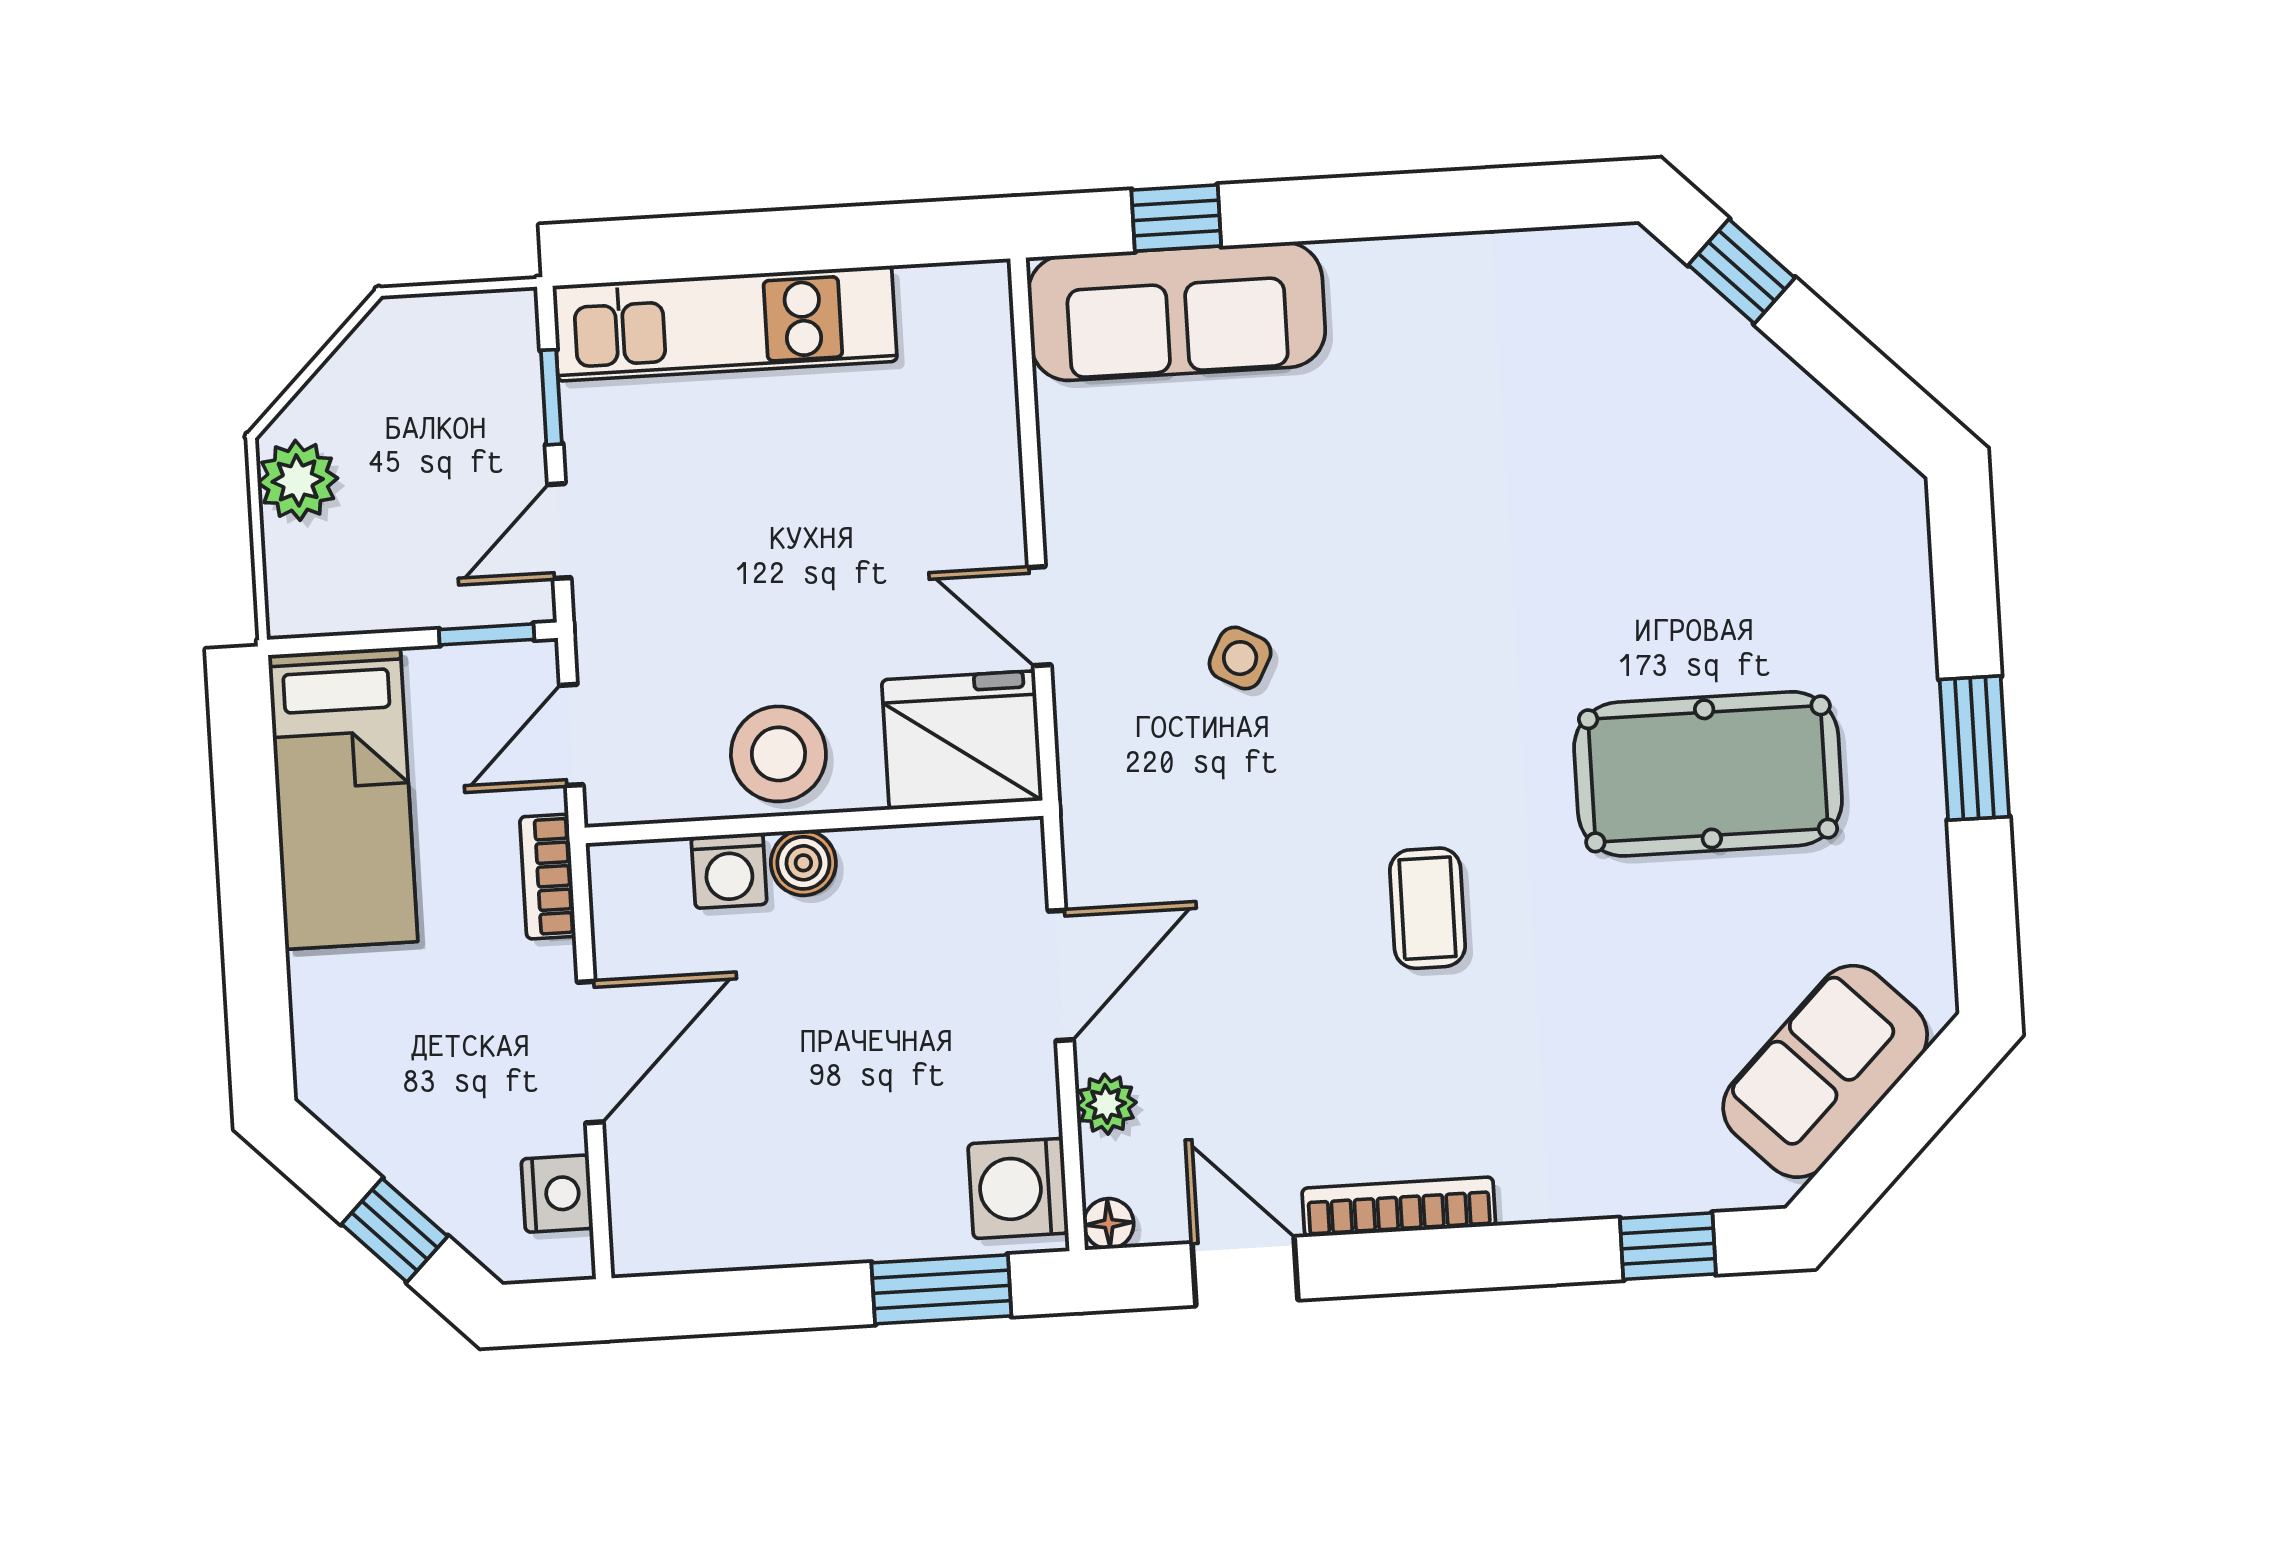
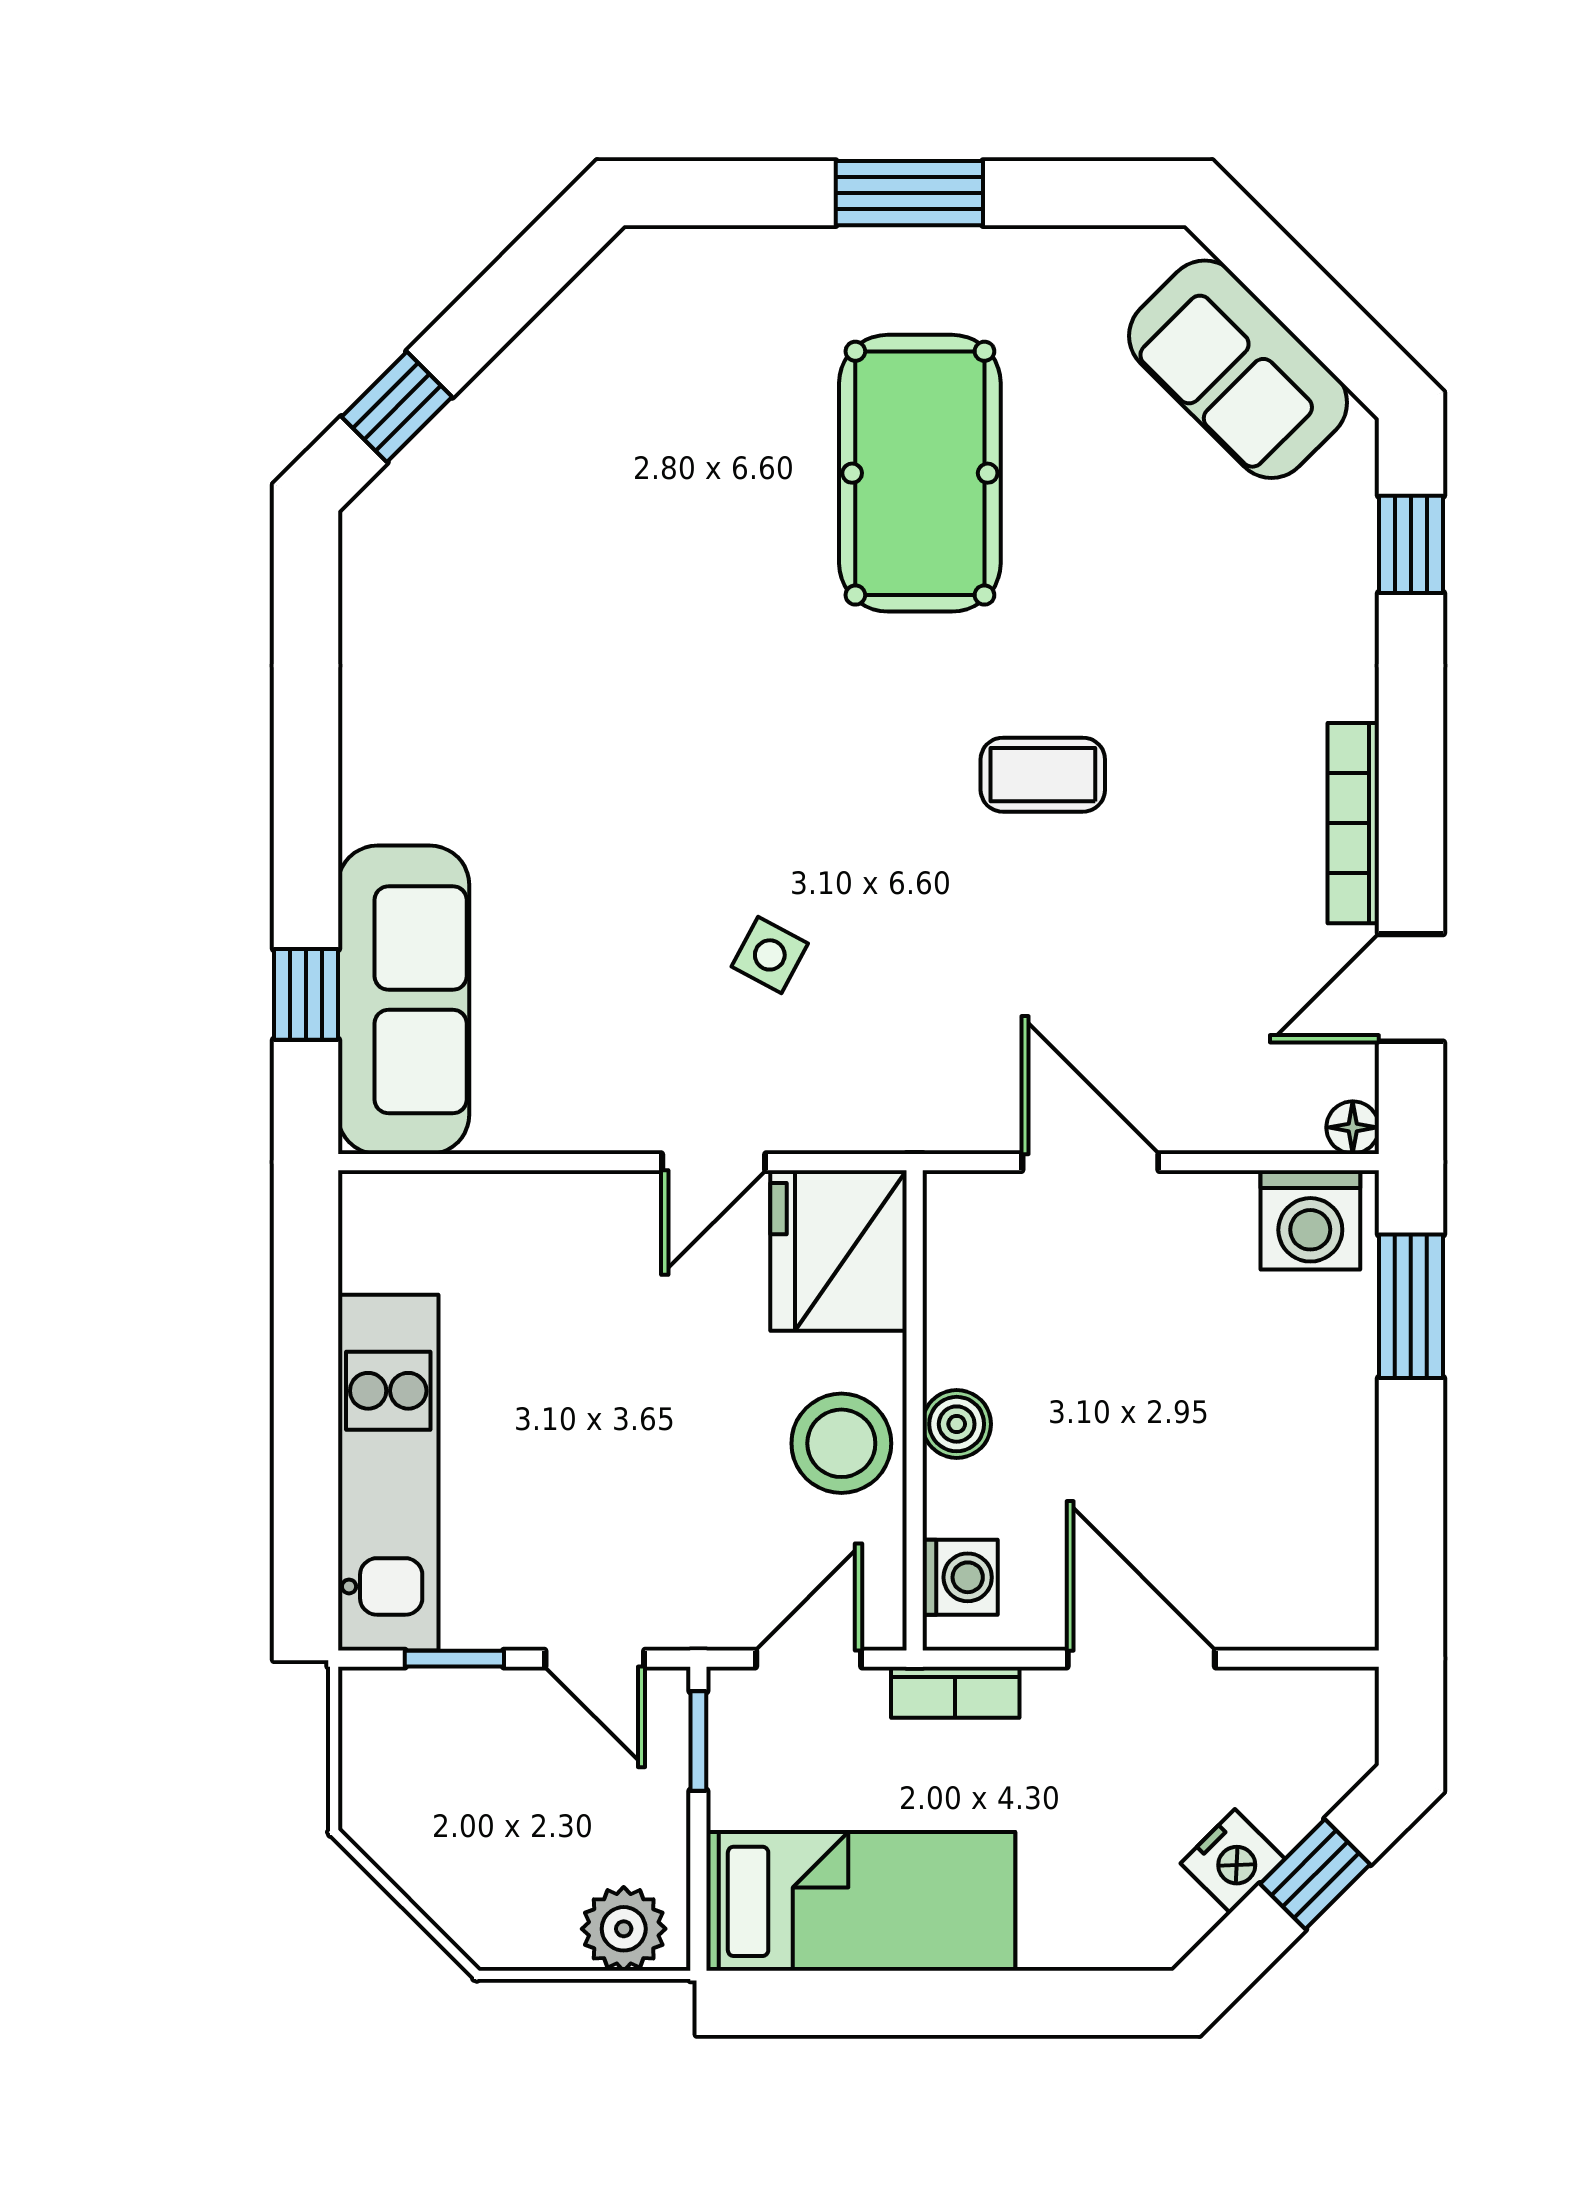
plant: (298, 480) -> (624, 1929), moved
door: (571, 735) -> (809, 1659), swing flipped
washing machine: (729, 871) -> (960, 1577), moved
plant: (1106, 1104) -> (1228, 1123), removed
nightstand: (557, 1194) -> (1233, 1861), moved, turned 135

